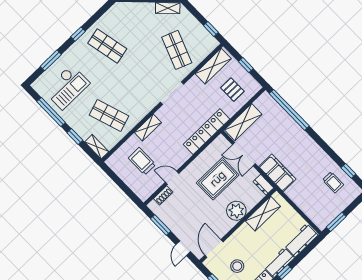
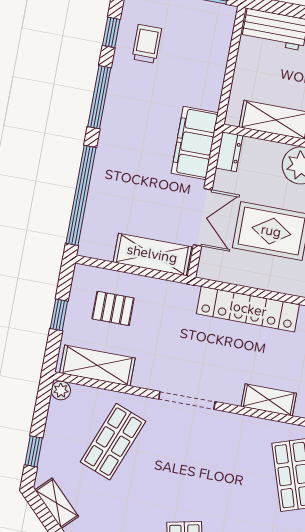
window: (211, 29) -> (34, 451), moved
plant: (214, 43) -> (61, 390), added
pallet: (232, 90) -> (113, 308), turned 90
locker: (206, 132) -> (248, 309), moved
window: (325, 147) -> (99, 97), added

